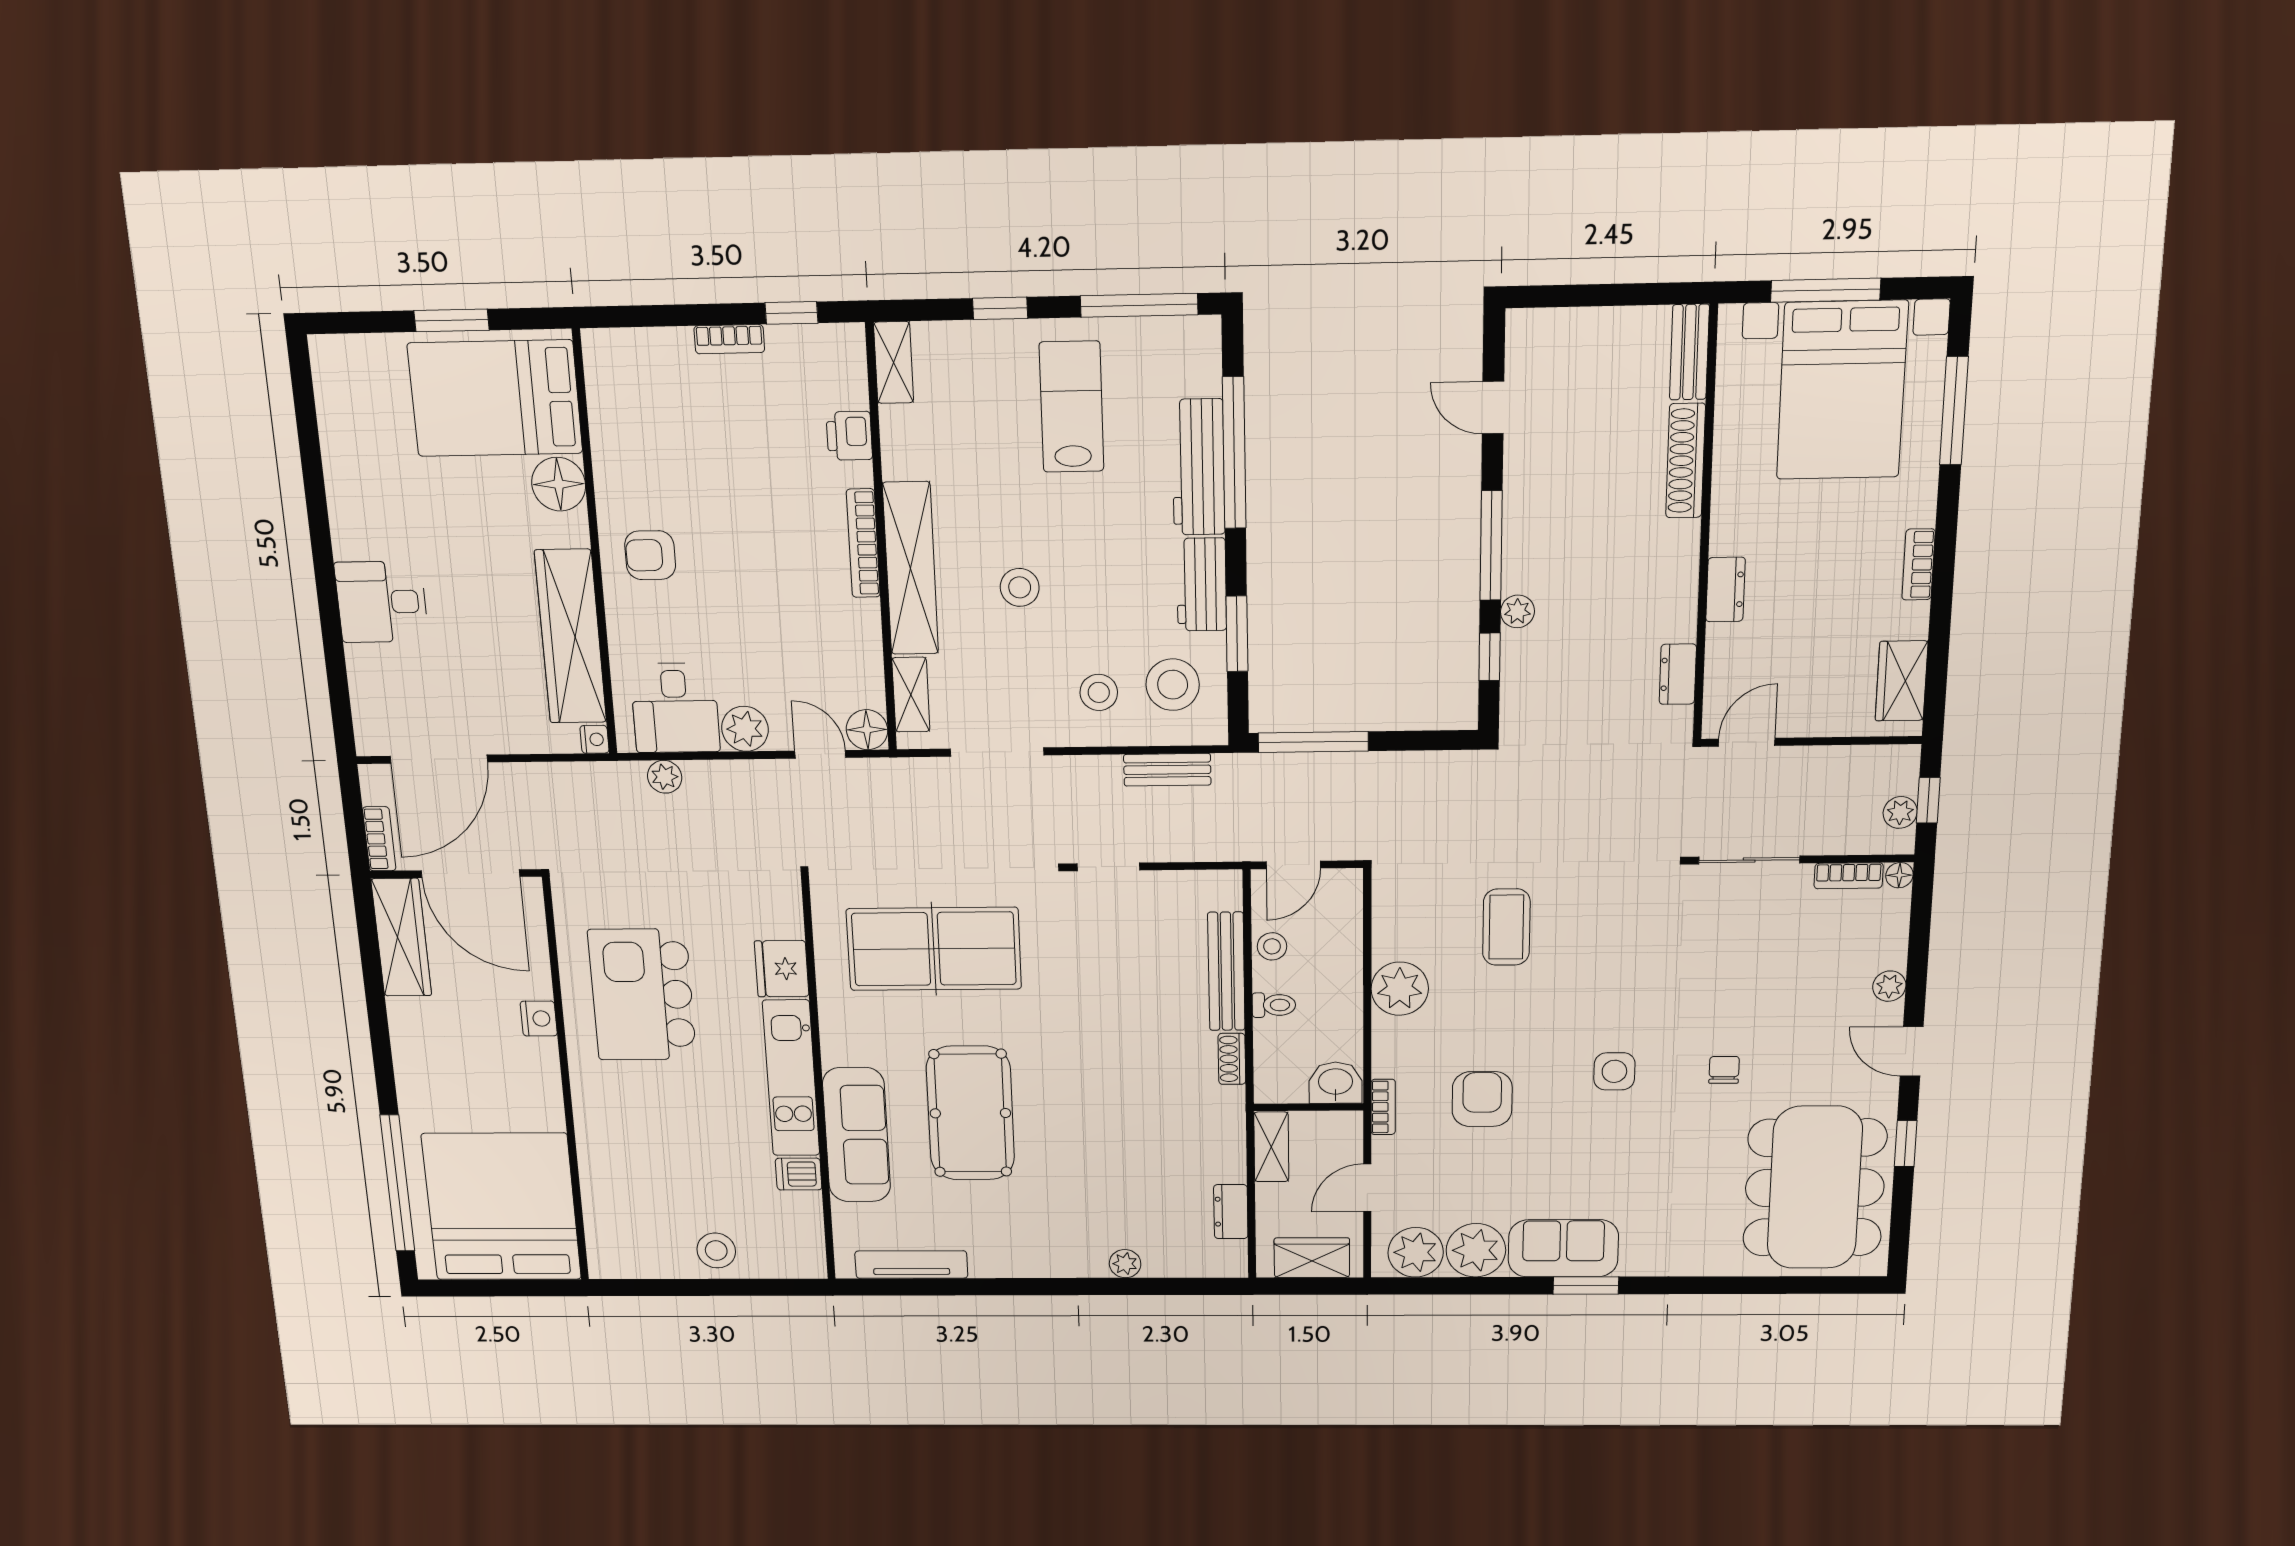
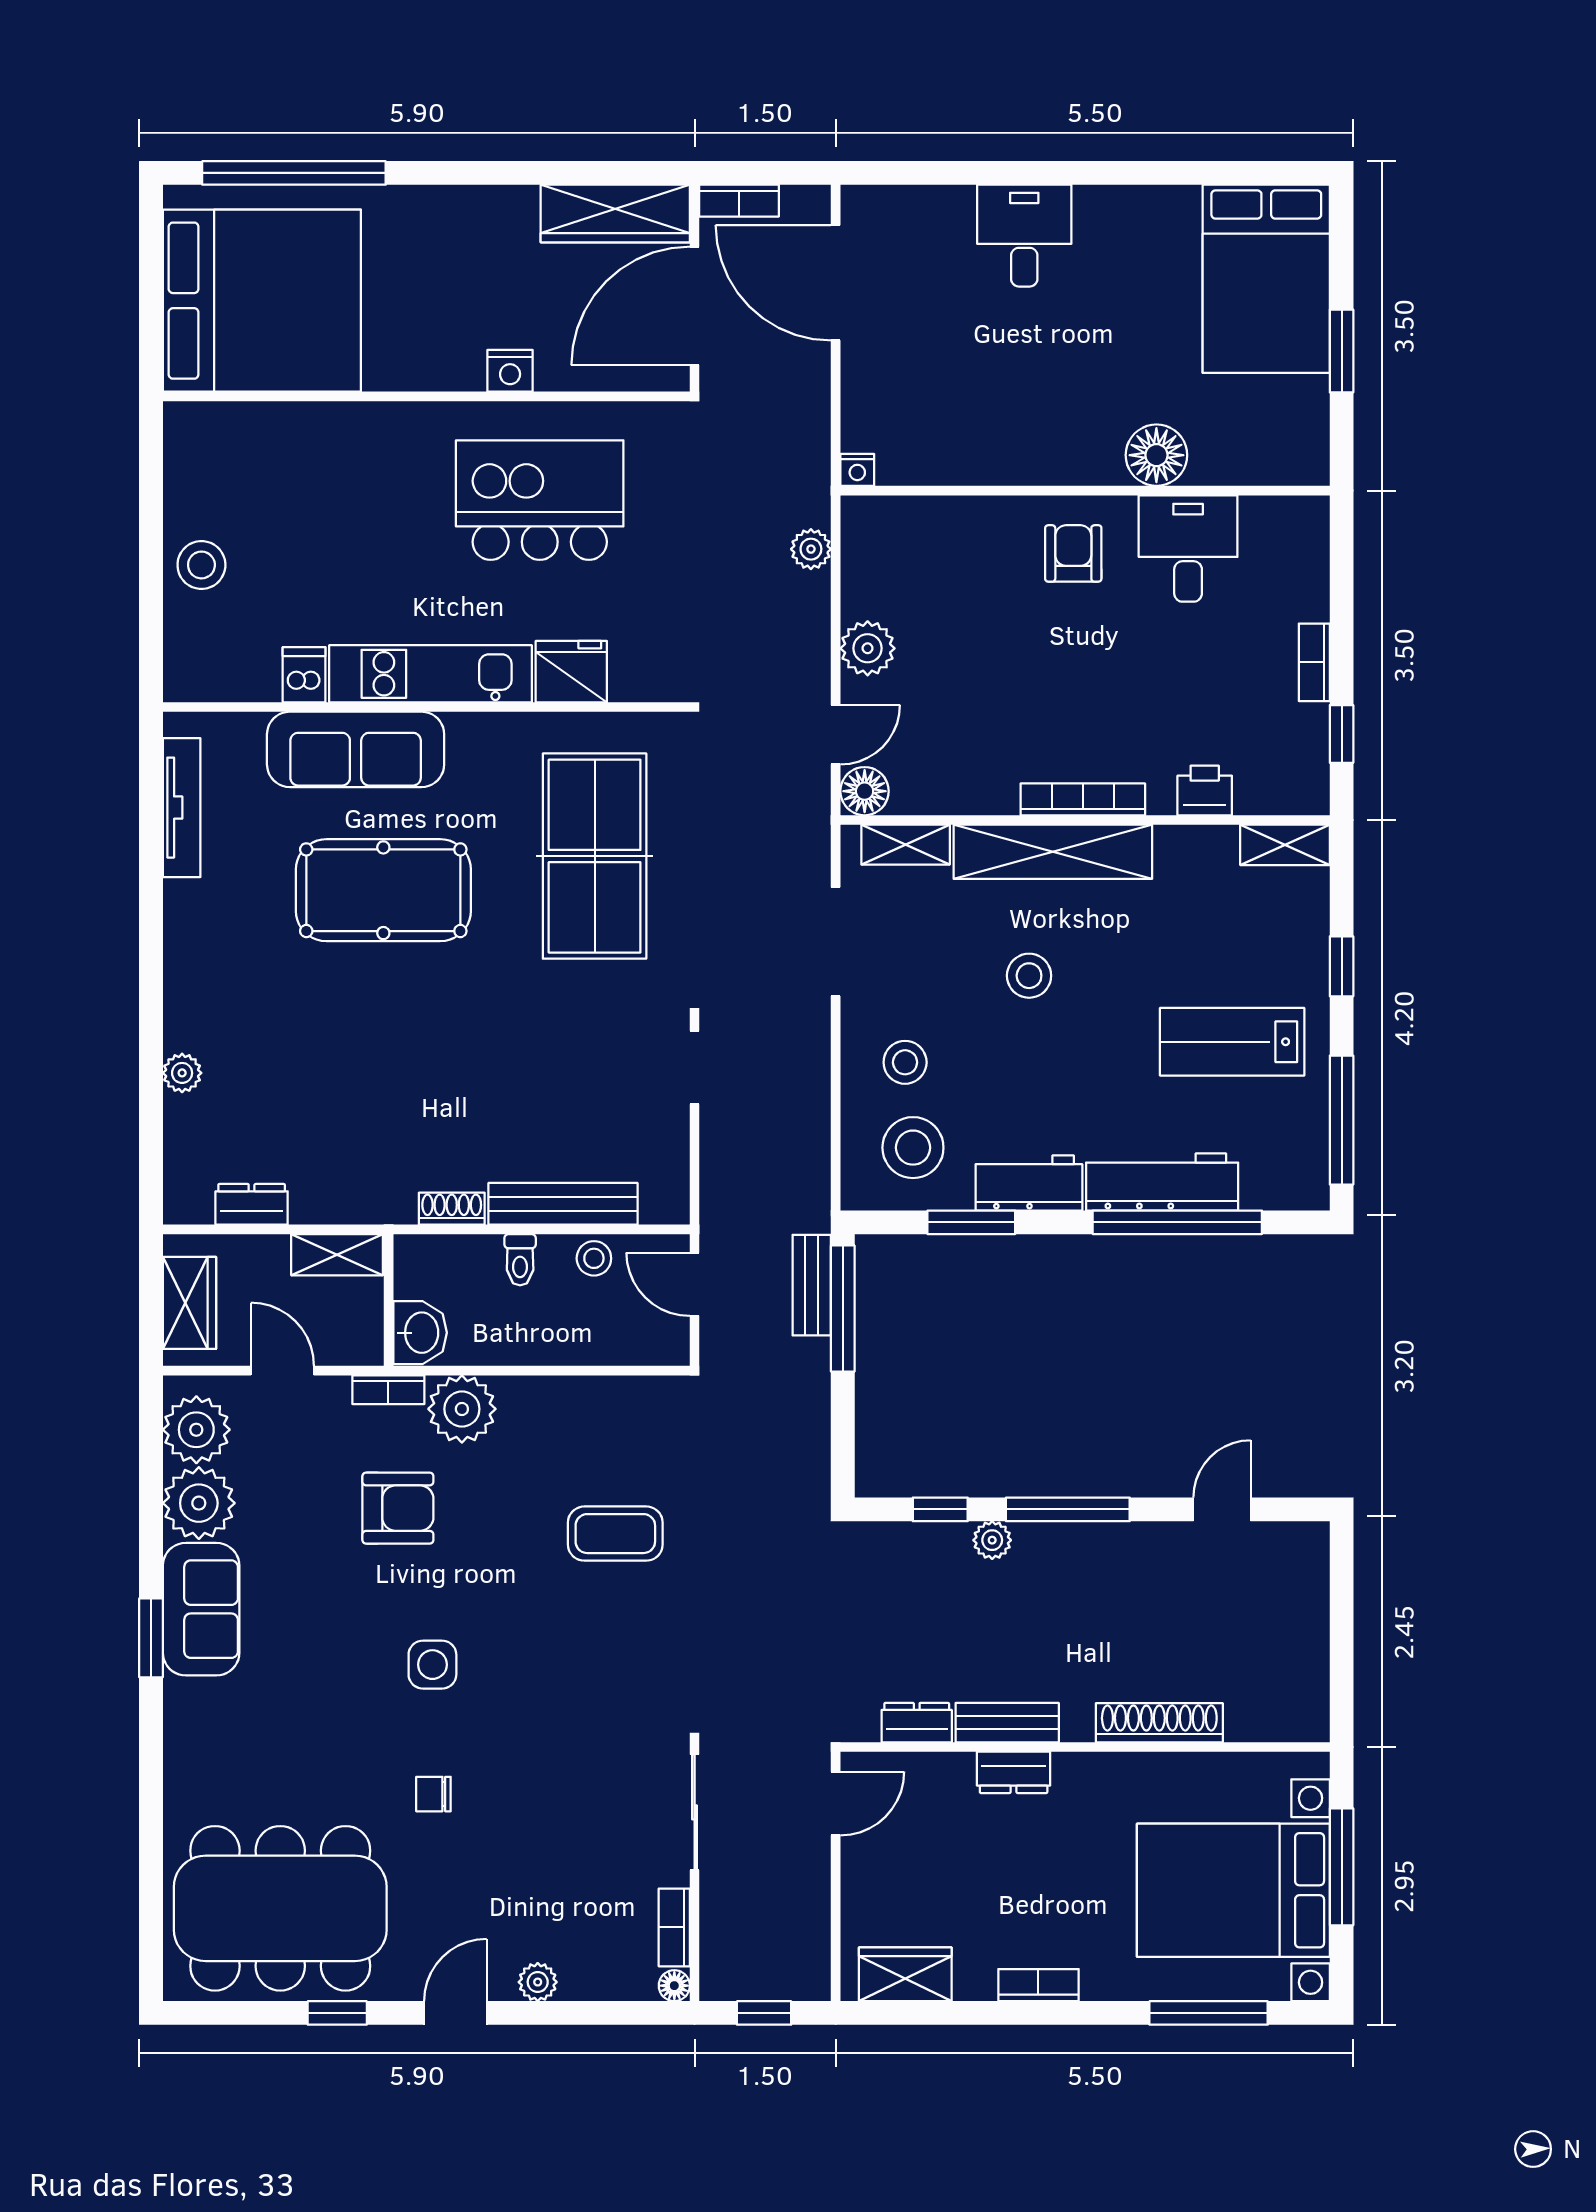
bench: (1689, 352) -> (1007, 1723), moved
bed: (495, 398) -> (1266, 279), moved, turned 180
lab bench: (1072, 407) -> (1232, 1042), turned 180
wardrobe: (571, 637) -> (980, 453), removed
desk: (675, 708) -> (1188, 548), moved, turned 90
door: (1747, 742) -> (836, 1804), hinge flipped
bench: (1167, 770) -> (812, 1285), moved
plant: (1900, 812) -> (750, 1982), removed
plant: (1400, 989) -> (462, 1409), moved
chair: (1724, 1070) -> (433, 1794), turned 180

